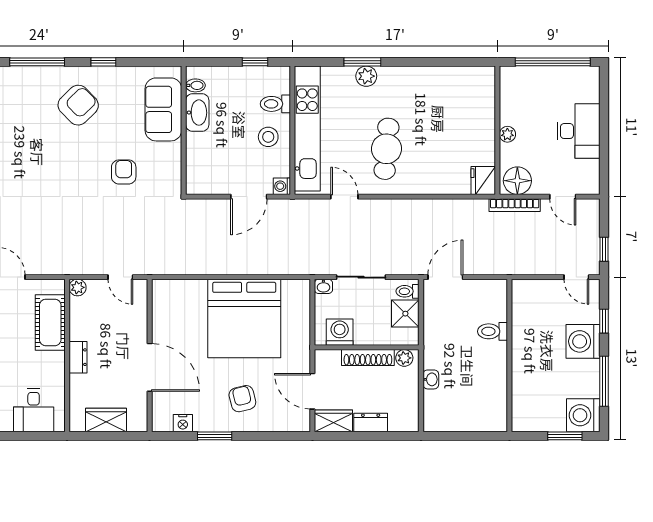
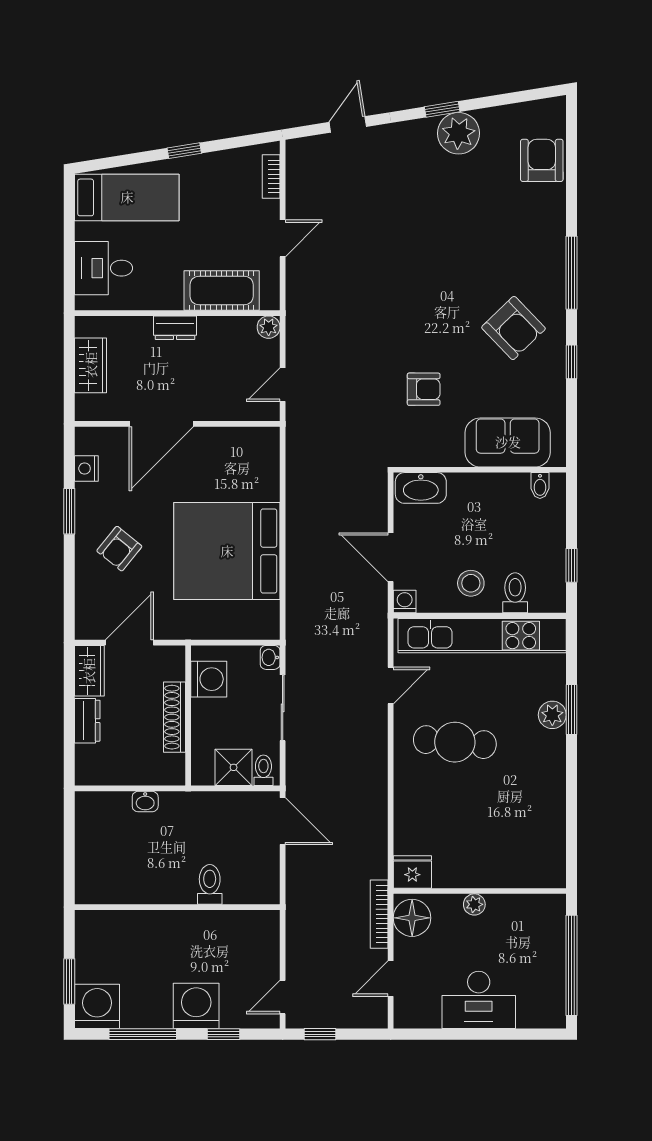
washbasin: (197, 113) -> (421, 488), moved
plant: (404, 358) -> (174, 766), removed
armchair: (242, 399) -> (119, 549), turned 143

